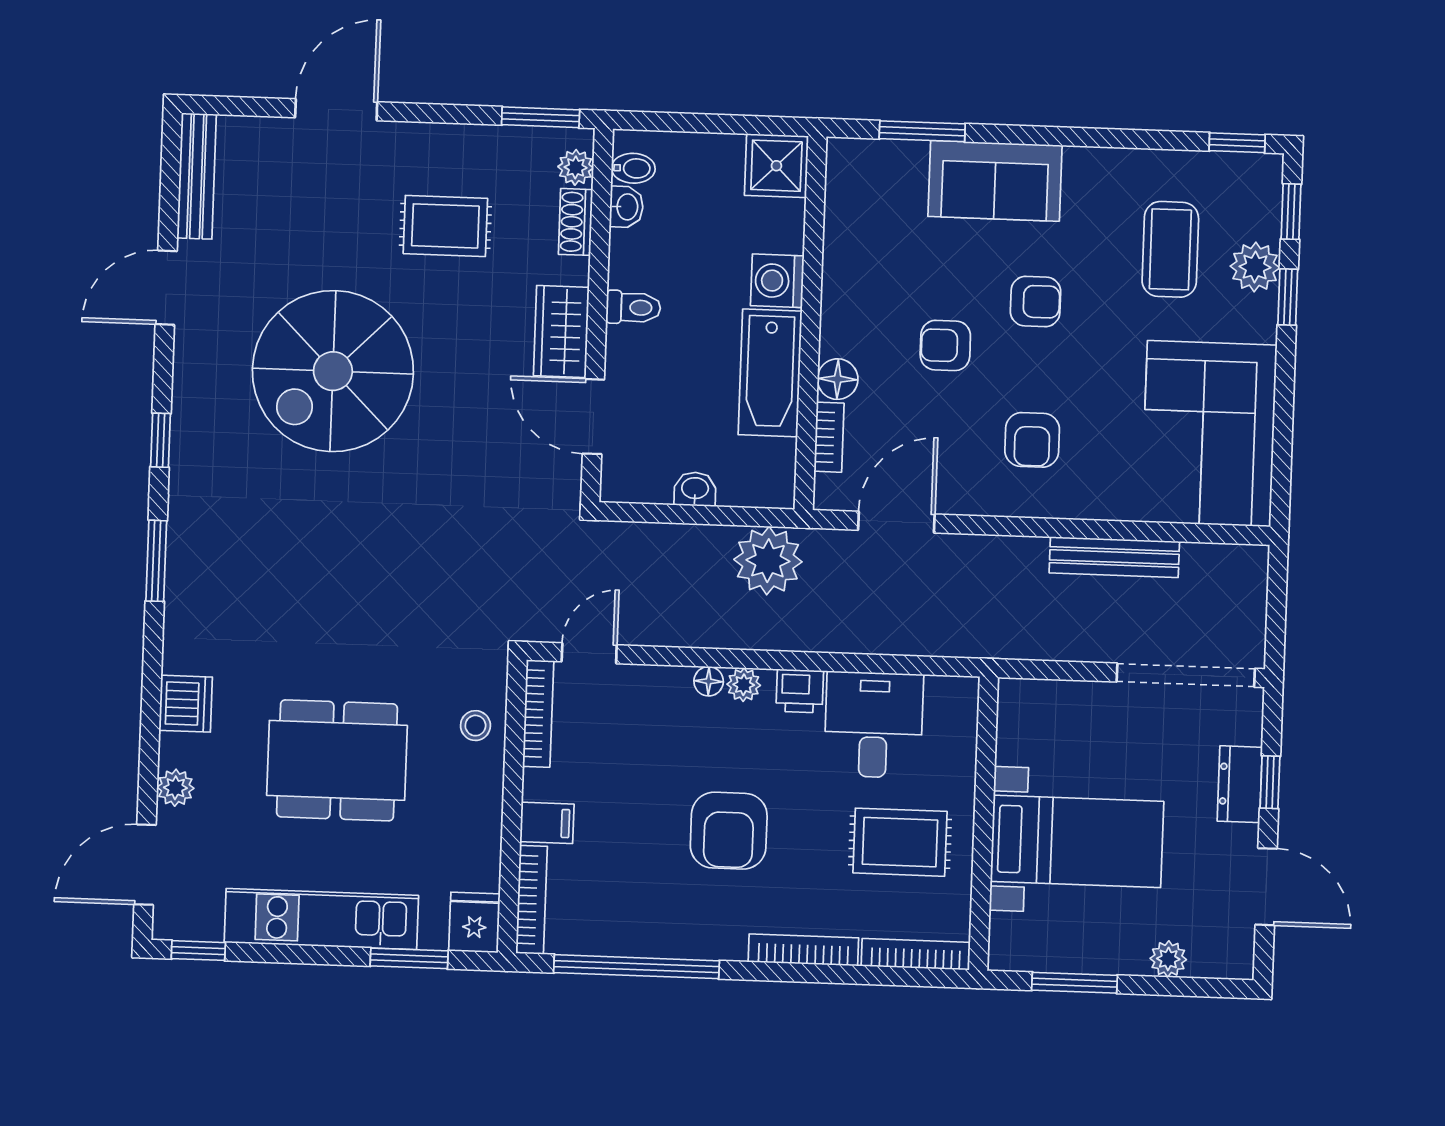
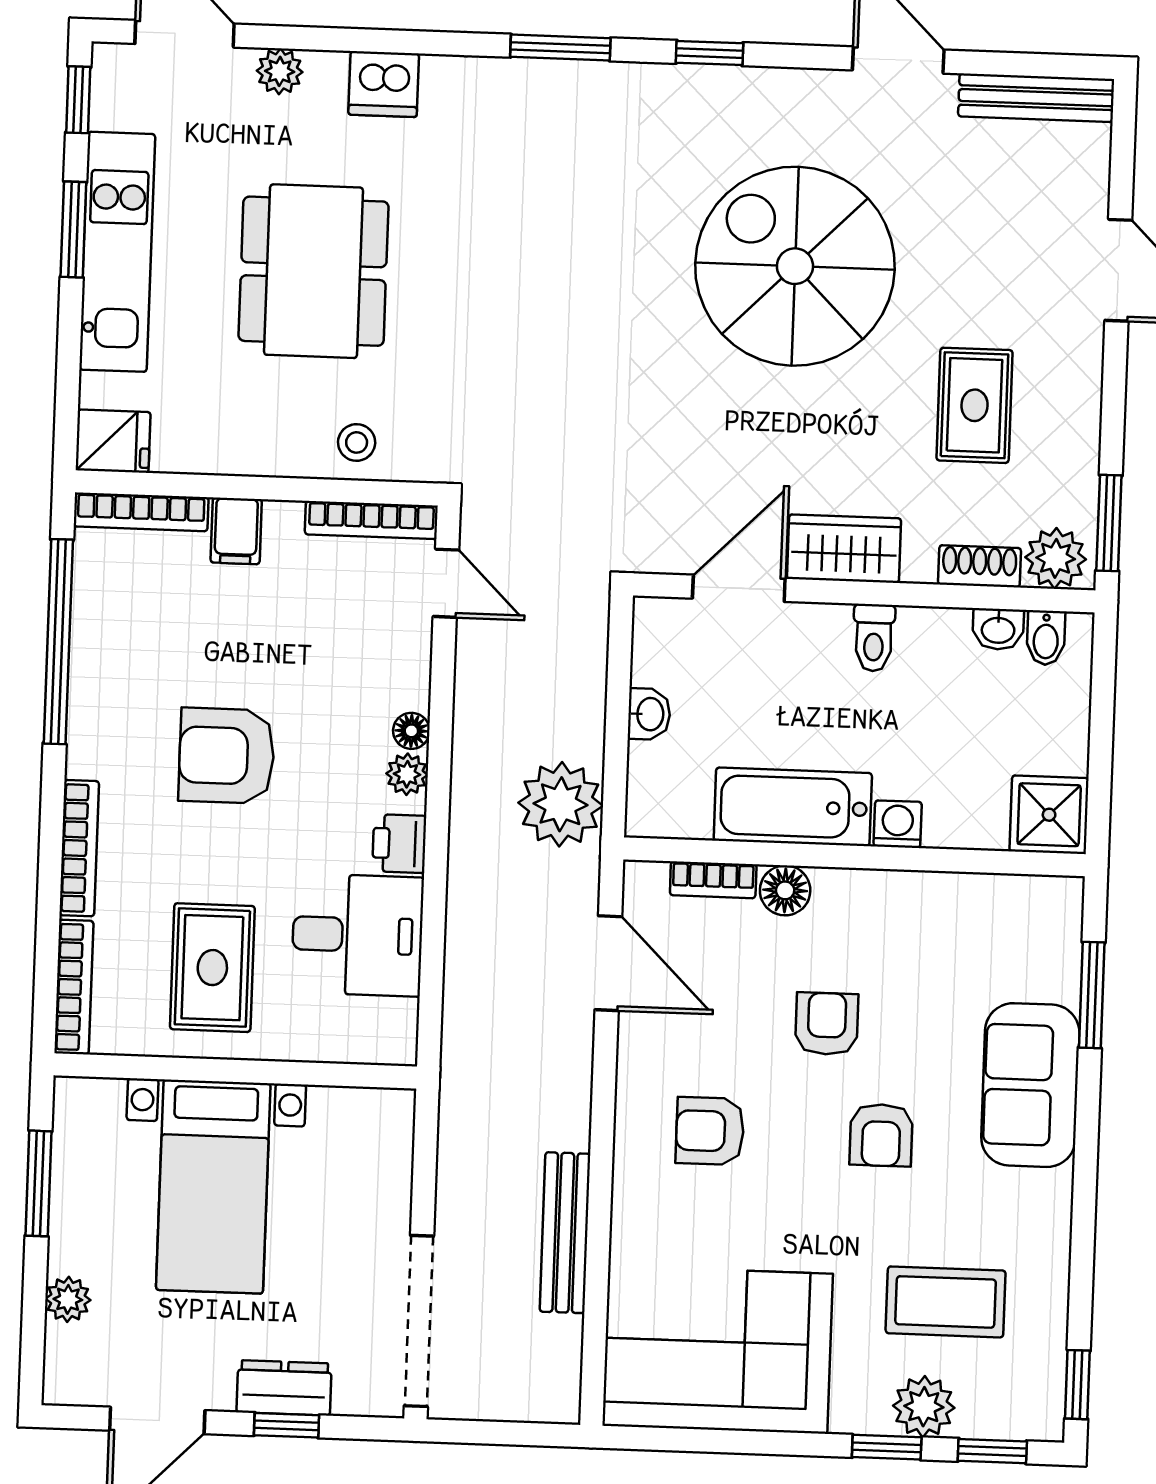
plant: (576, 167) -> (1056, 558), width x1.38, depth x1.38
washing machine: (777, 281) -> (898, 824), width x0.73, depth x0.73
window: (409, 958) -> (73, 229), moved

